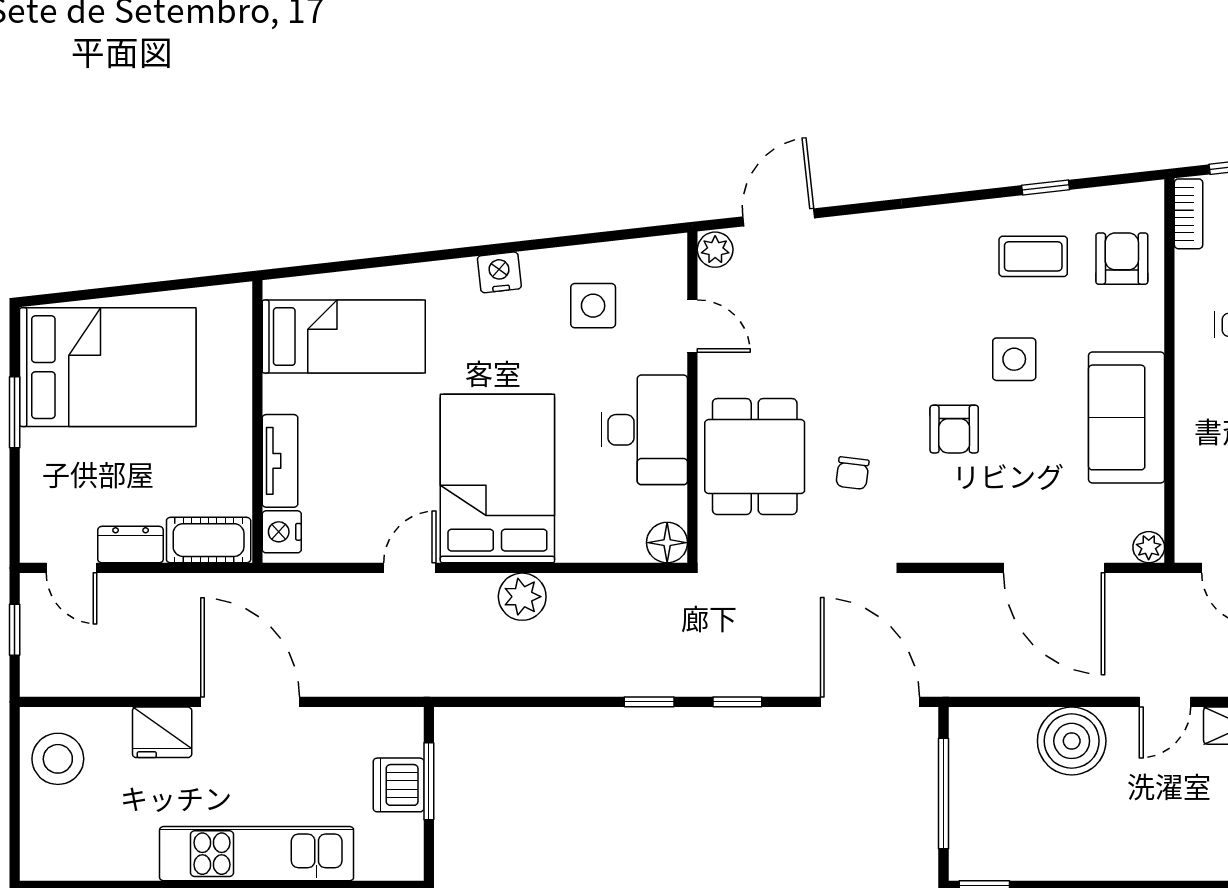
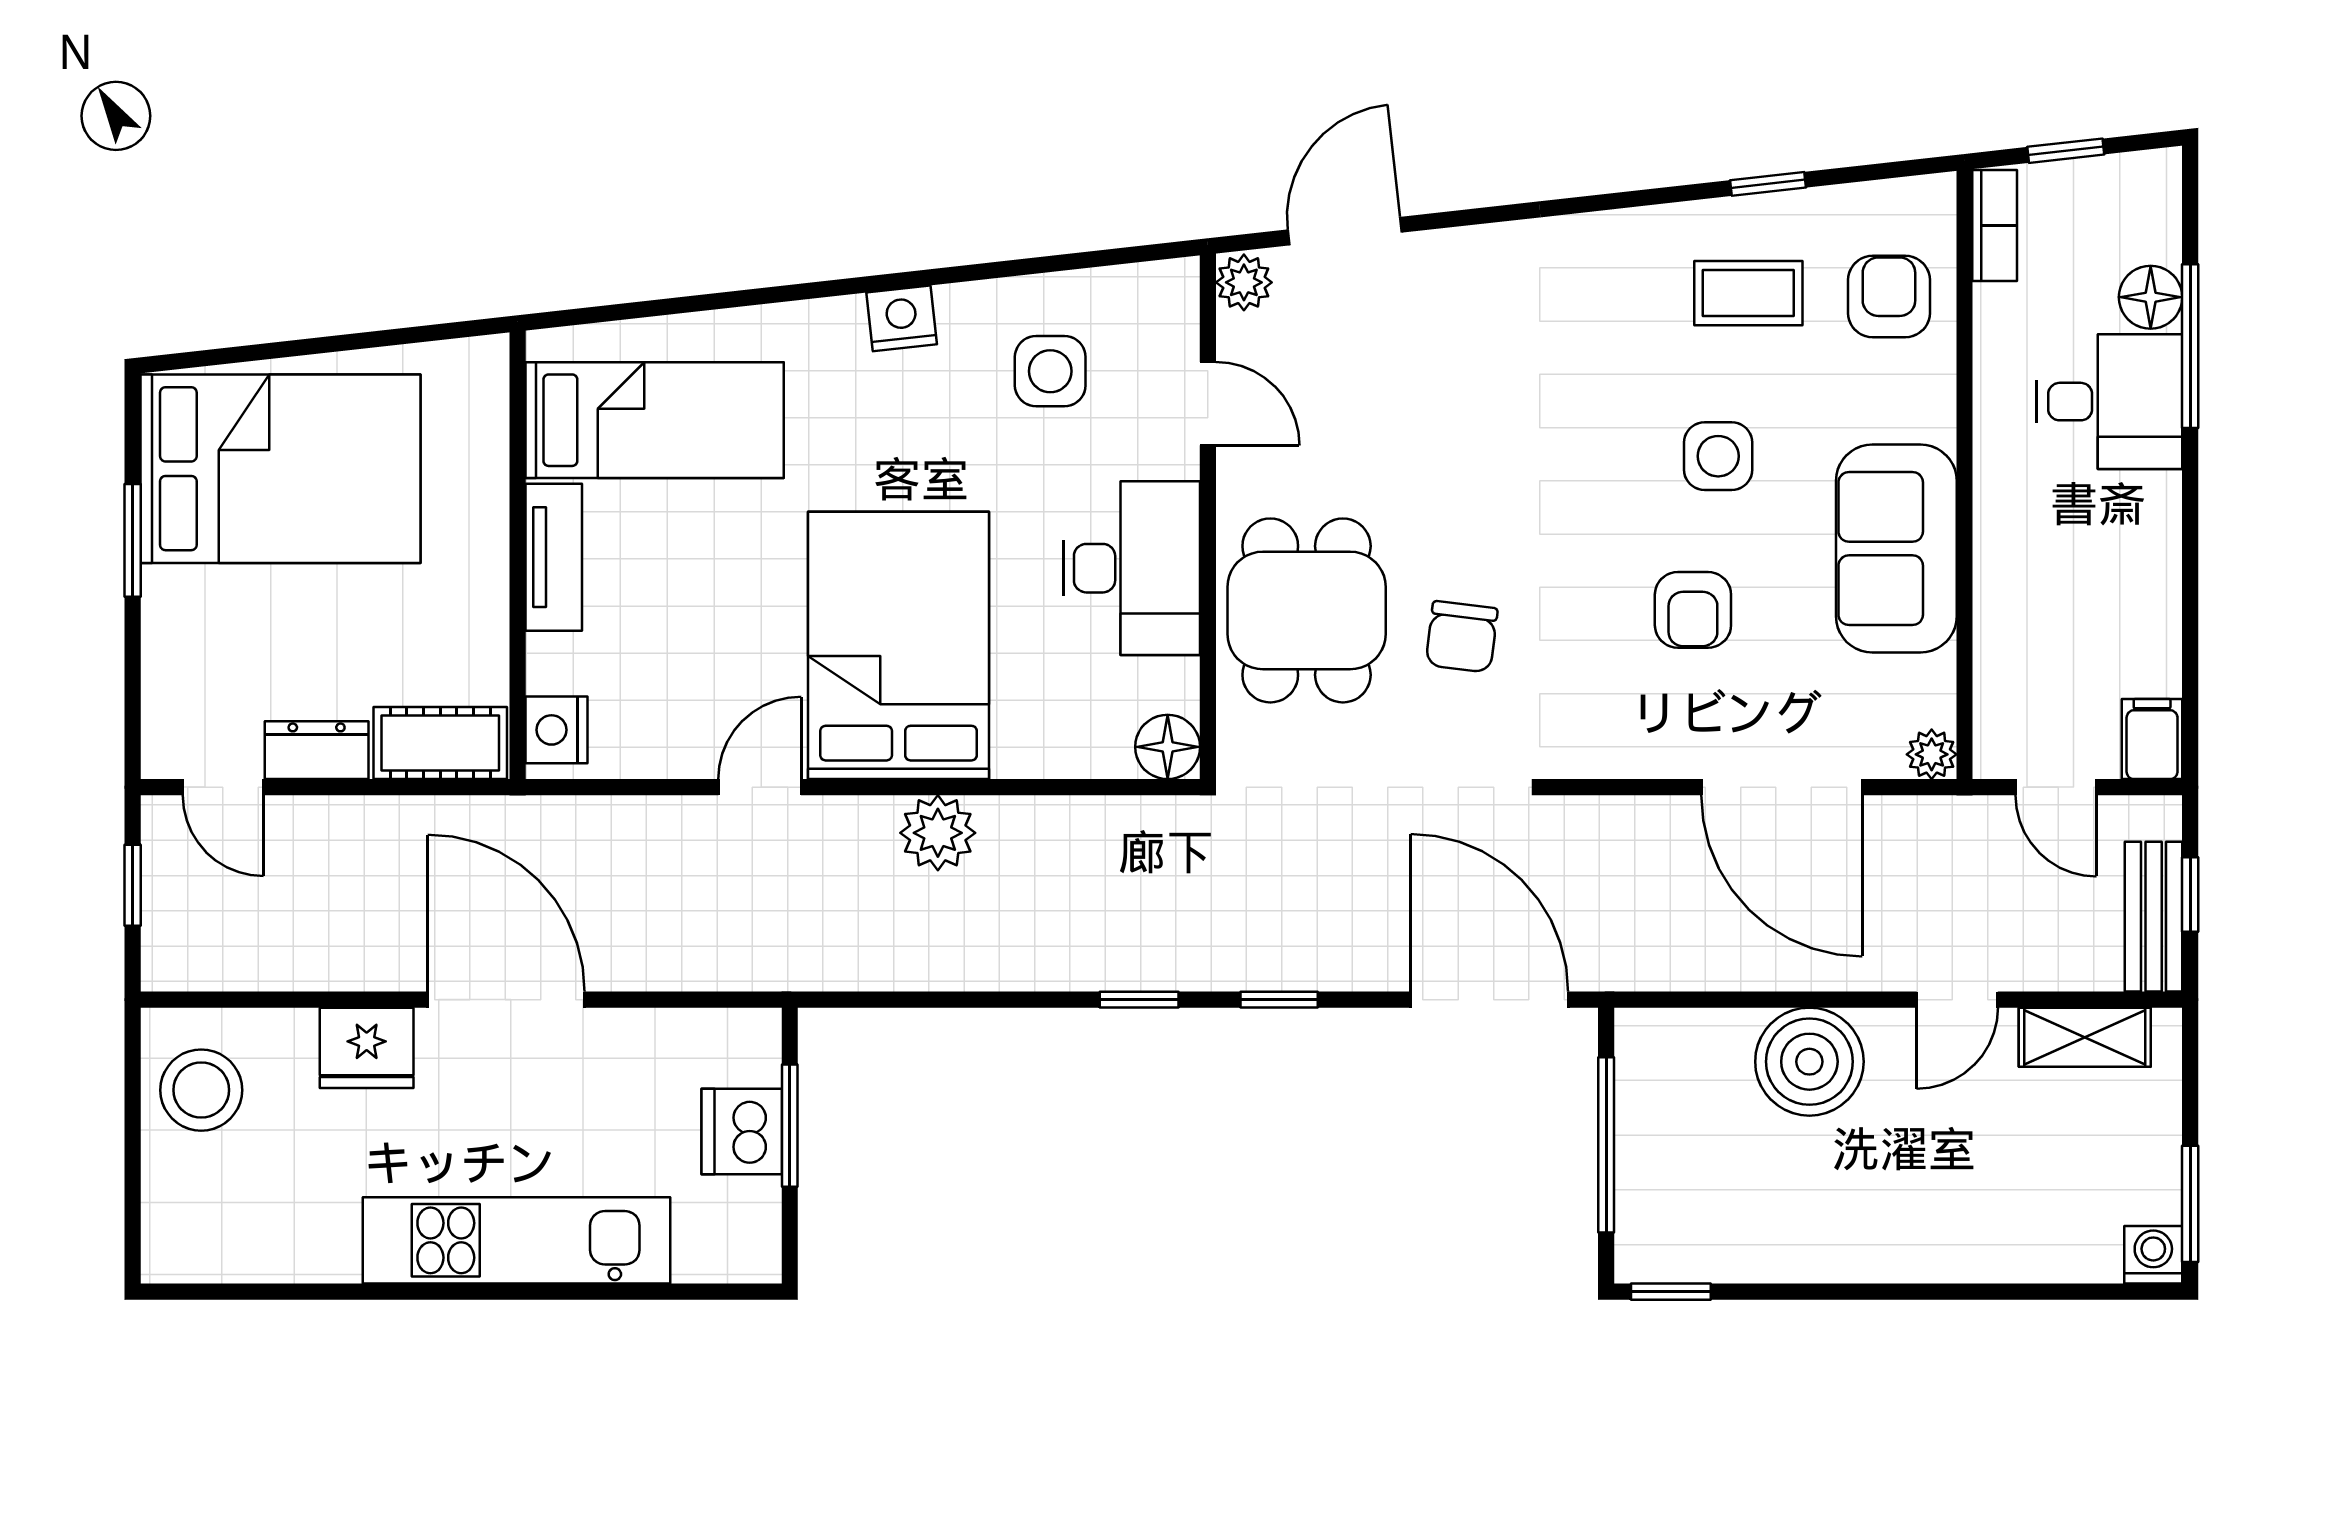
armchair: (954, 429) -> (1693, 610), moved
tv unit: (280, 461) -> (554, 557), moved
chair: (852, 473) -> (1462, 637), width x1.37, depth x1.37

